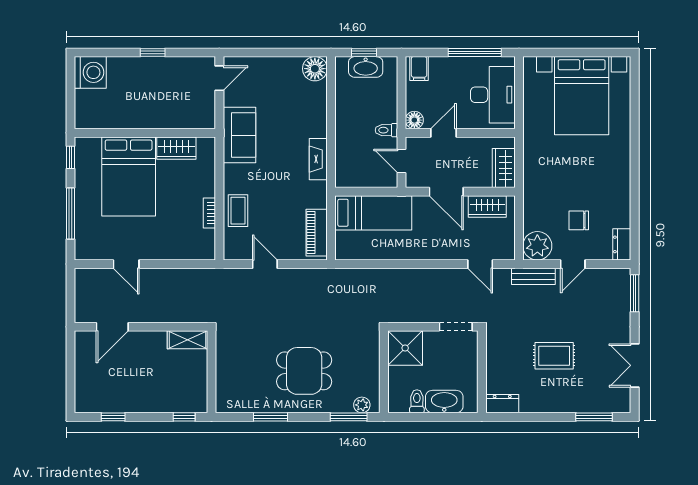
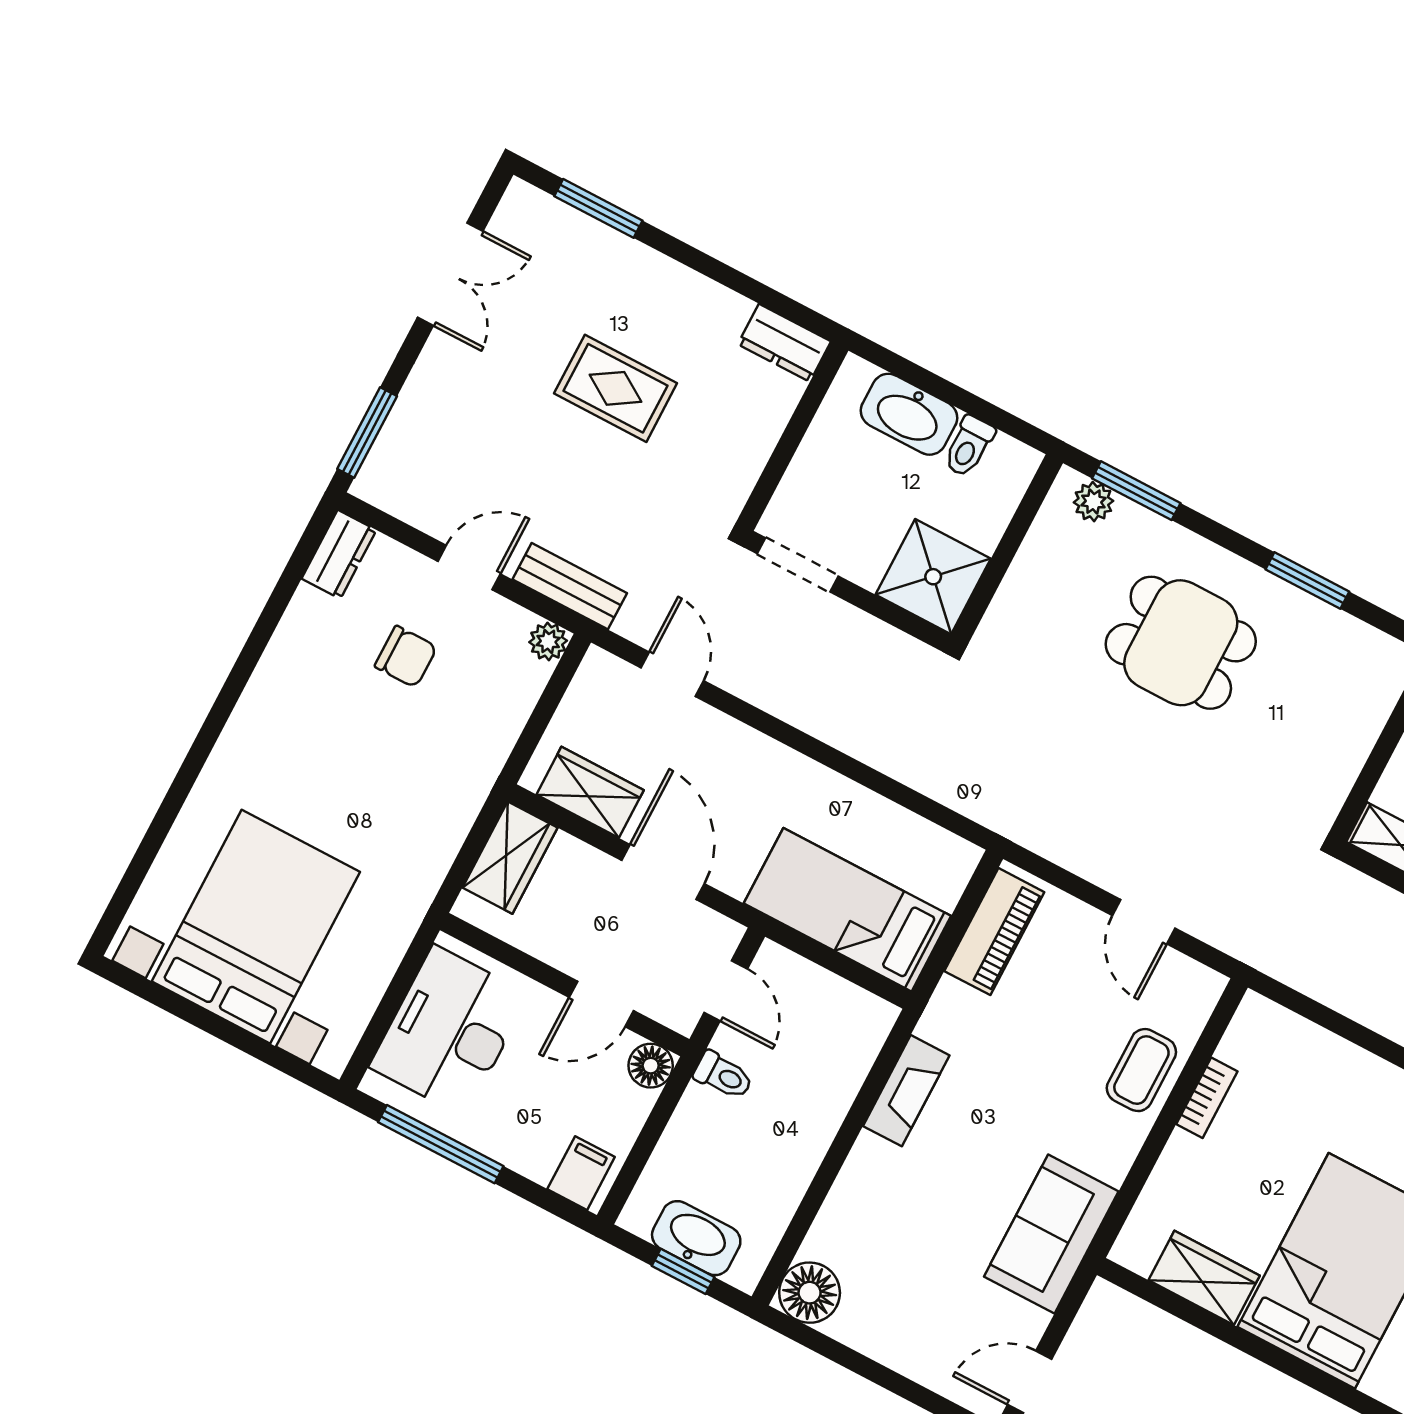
plant: (537, 246) -> (548, 641), width x0.53, depth x0.53

